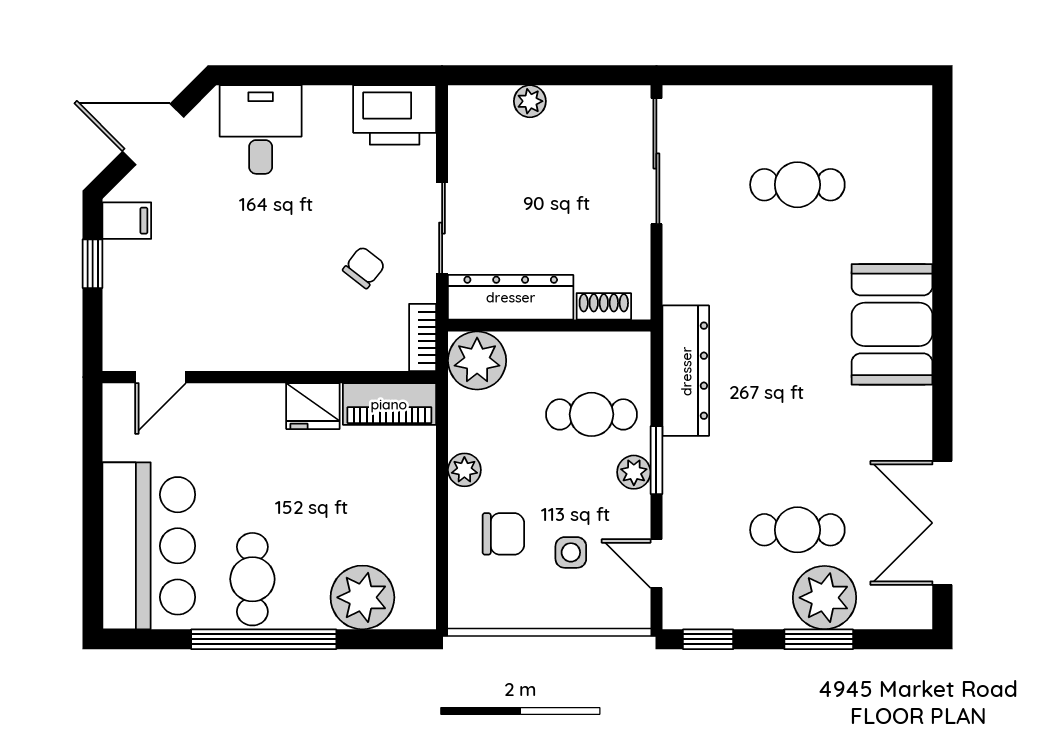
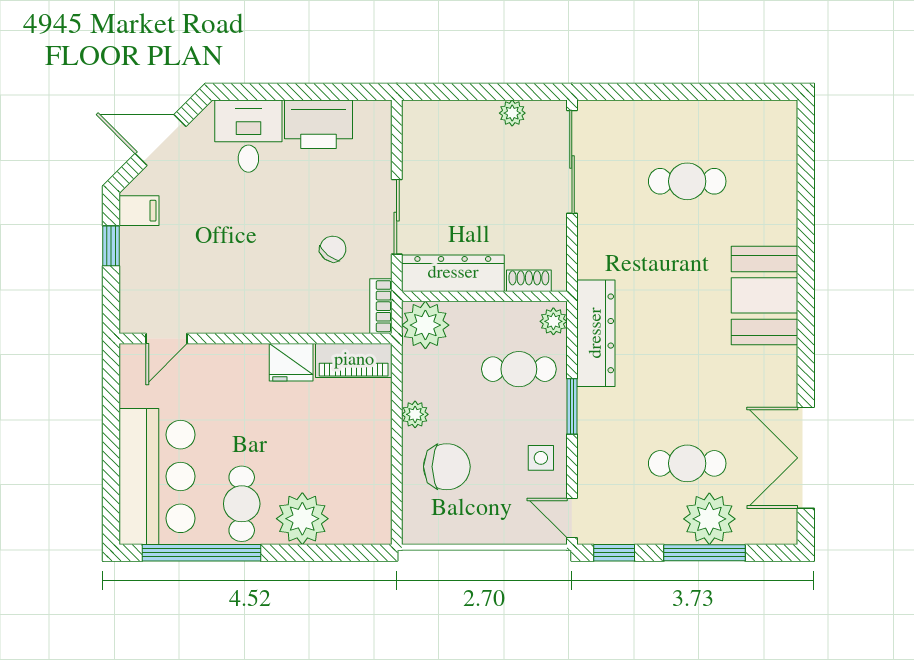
plant: (530, 101) -> (512, 113), moved
printer: (395, 115) -> (318, 124), moved
plant: (634, 472) -> (553, 321), moved
chair: (503, 534) -> (447, 467), width x1.37, depth x1.37
side table: (571, 552) -> (541, 458), moved
door: (656, 564) -> (572, 518), moved
plant: (362, 597) -> (302, 519), moved
window: (264, 639) -> (201, 553), moved
window: (819, 639) -> (705, 553), width x1.44

